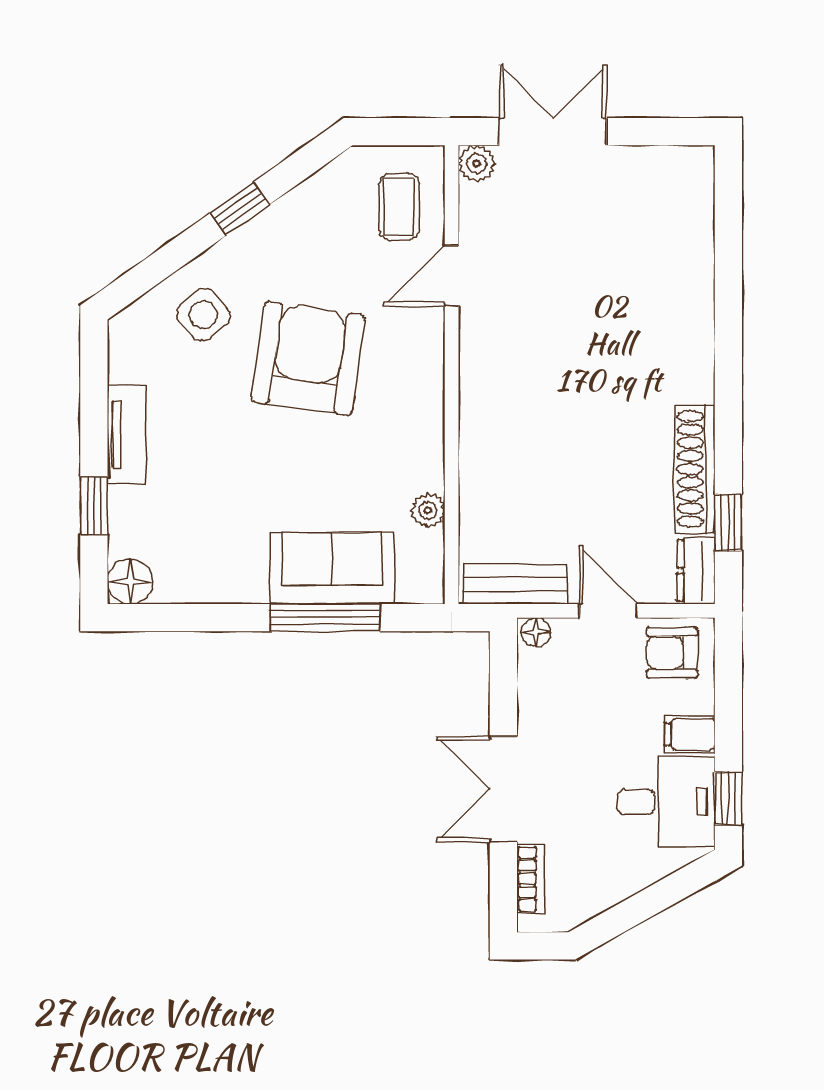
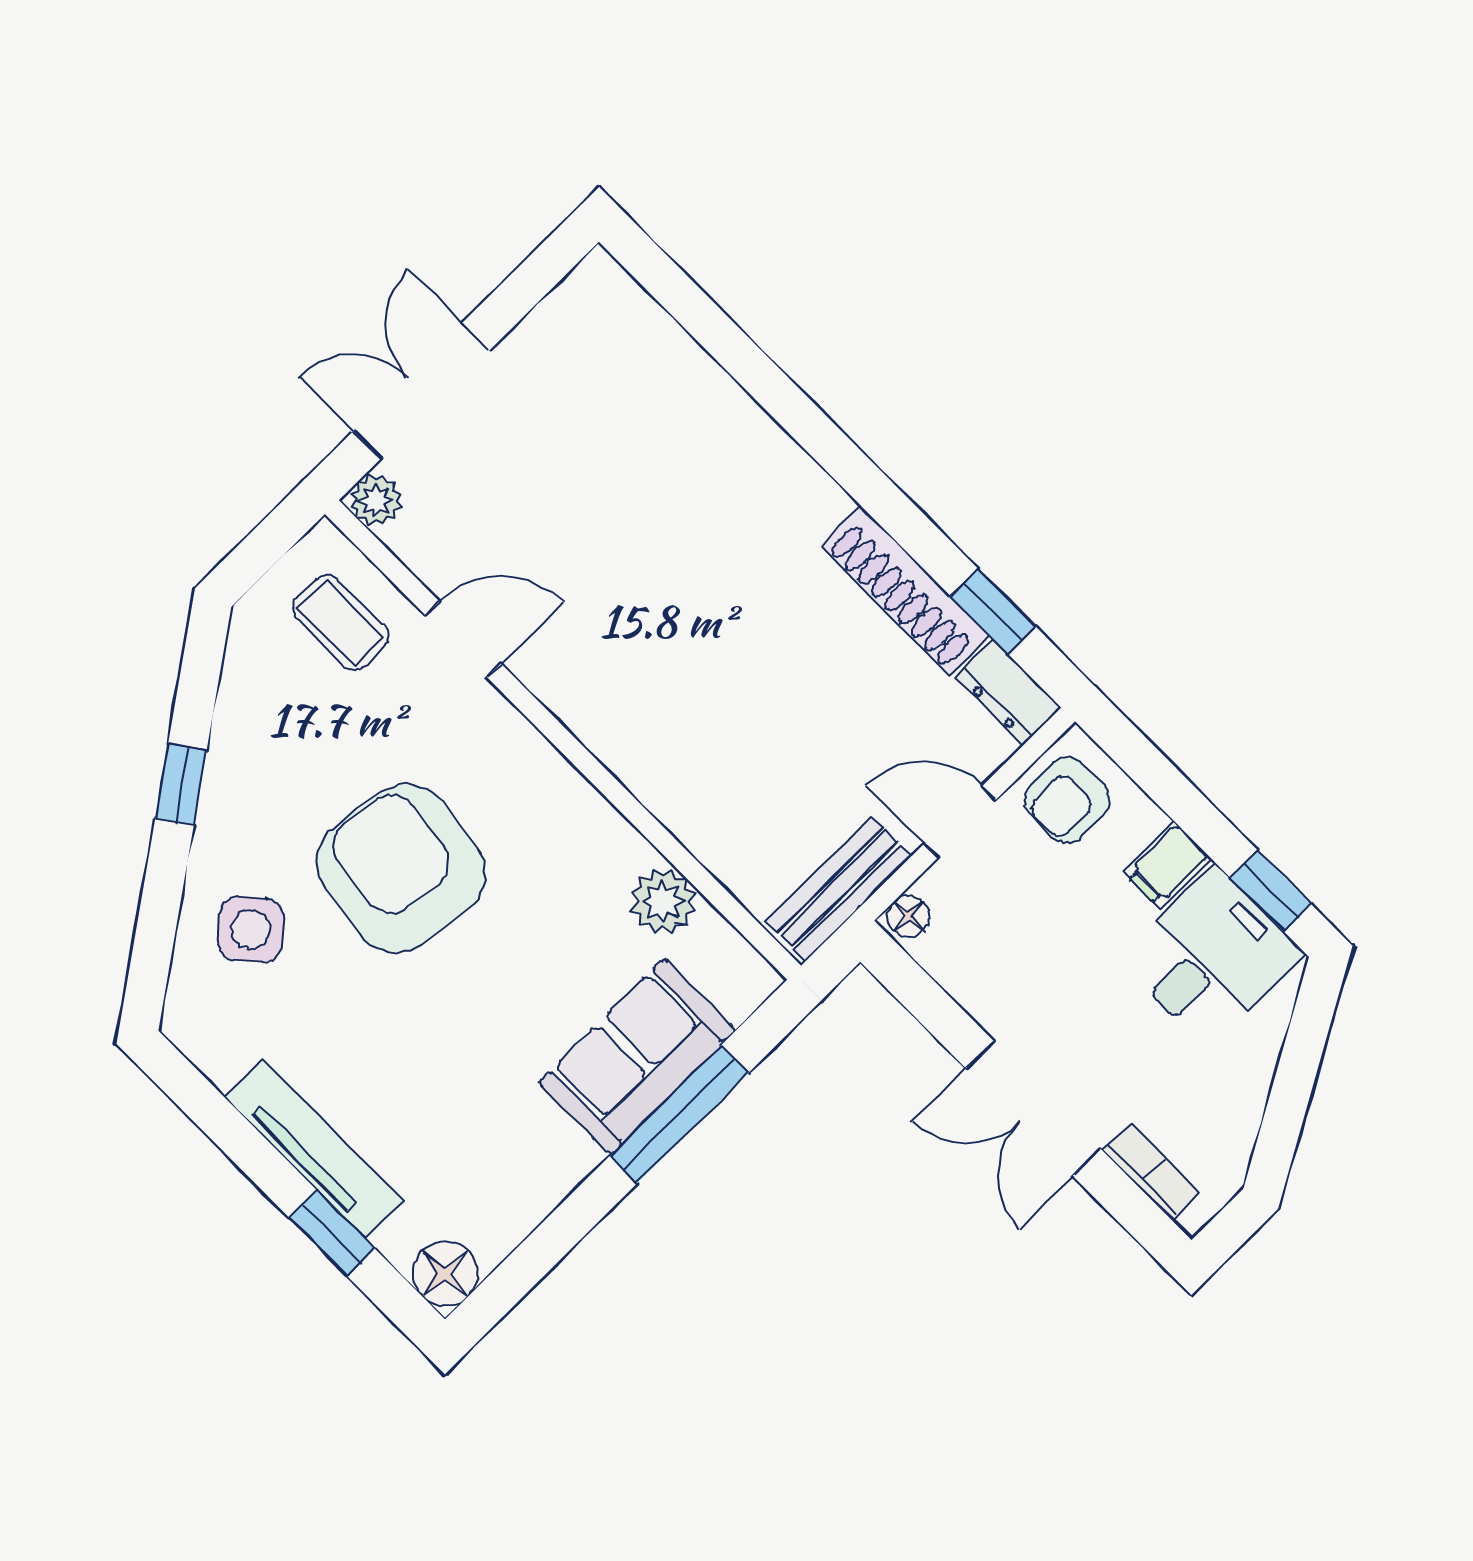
door: (452, 276) -> (463, 639), swing flipped
tv unit: (126, 434) -> (313, 1149), width x1.41
plant: (428, 510) -> (663, 901), width x1.38, depth x1.38

